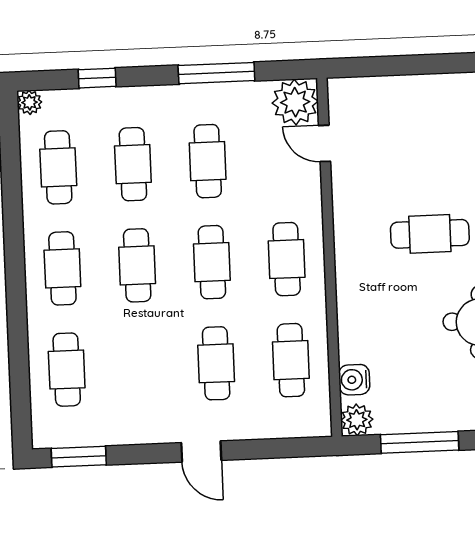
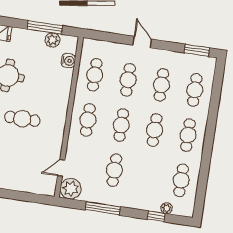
plant: (29, 102) -> (167, 208), moved
door: (325, 143) -> (61, 168), swing flipped
cafe table: (133, 164) -> (161, 85), moved
plant: (357, 420) -> (52, 40), moved

